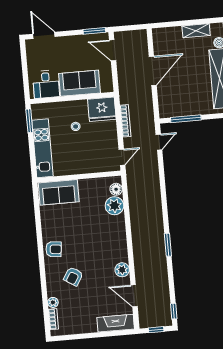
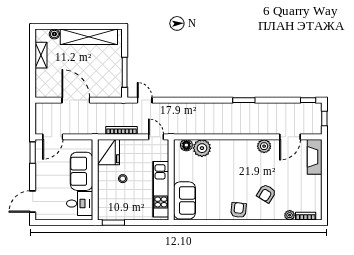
kitchen unit: (42, 148) -> (161, 189), moved, turned -90
armchair: (73, 276) -> (266, 193), turned 90

